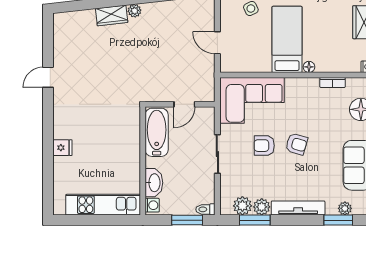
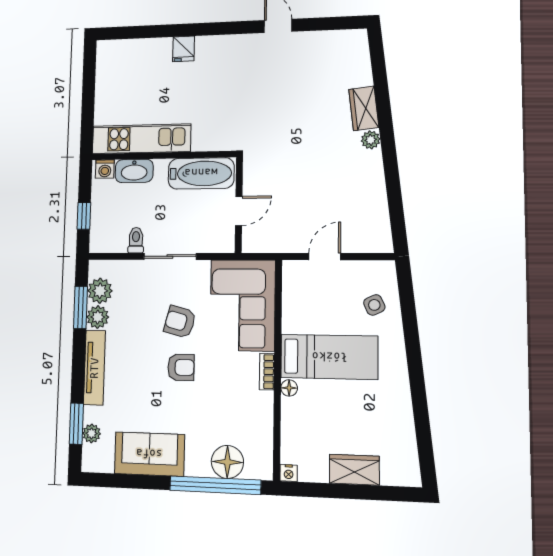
bookcase: (333, 83) -> (267, 372), moved
door: (184, 104) -> (239, 211), swing flipped
armchair: (297, 144) -> (181, 367), turned -106
armchair: (264, 146) -> (180, 322), turned -75
kitchen unit: (103, 205) -> (141, 139), moved, turned -90
toilet: (205, 209) -> (136, 240), moved
window: (187, 220) -> (84, 216), width x0.67

